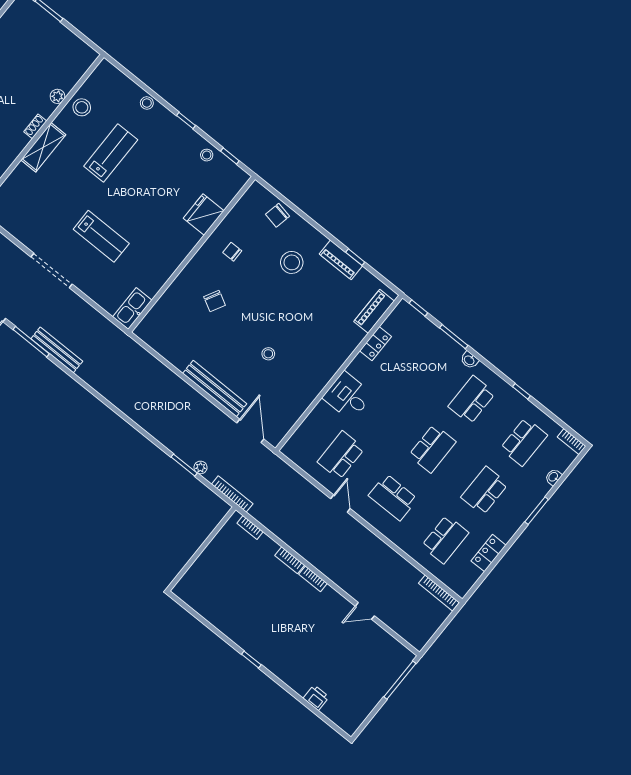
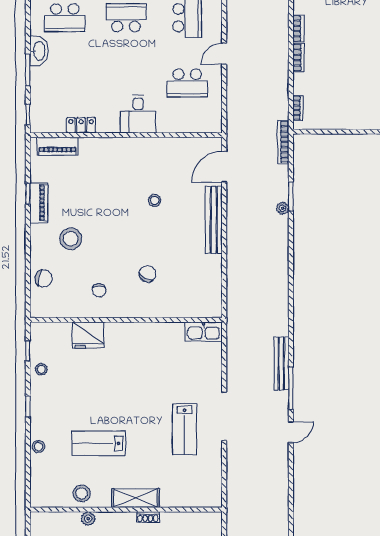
shoe rack: (35, 126) -> (148, 517), moved
lab bench: (101, 236) -> (185, 429), moved, turned 180
washbasin: (469, 360) -> (39, 51), width x1.91, depth x1.45
plant: (201, 467) -> (283, 208), moved

